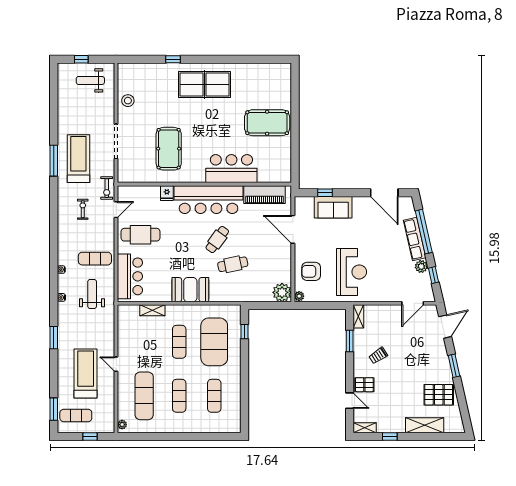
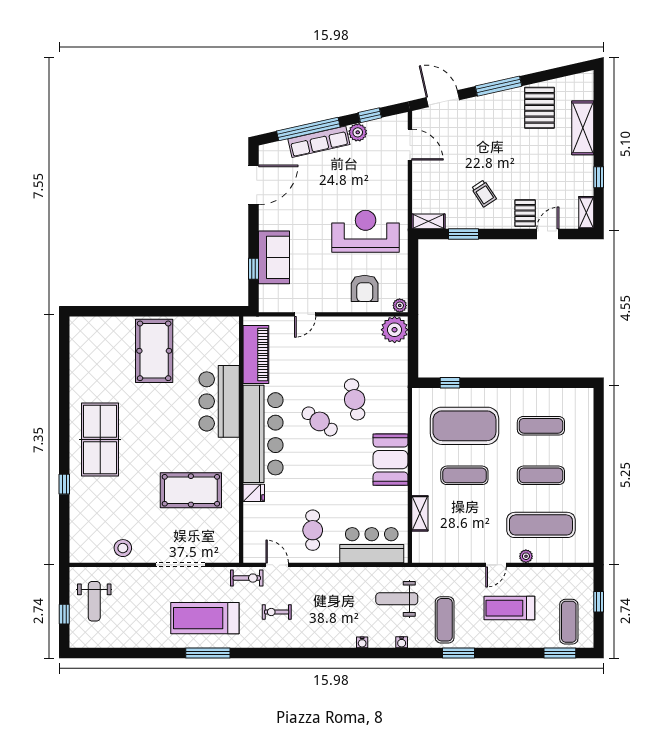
door: (293, 229) -> (305, 314), width x0.53
cafe table: (140, 235) -> (313, 530), width x0.73, depth x0.74
exercise mat: (95, 259) -> (445, 620), moved
window: (454, 366) -> (498, 86), width x1.44
treadmill: (86, 374) -> (509, 608), width x0.73, depth x0.73
plant: (122, 425) -> (526, 556), moved

